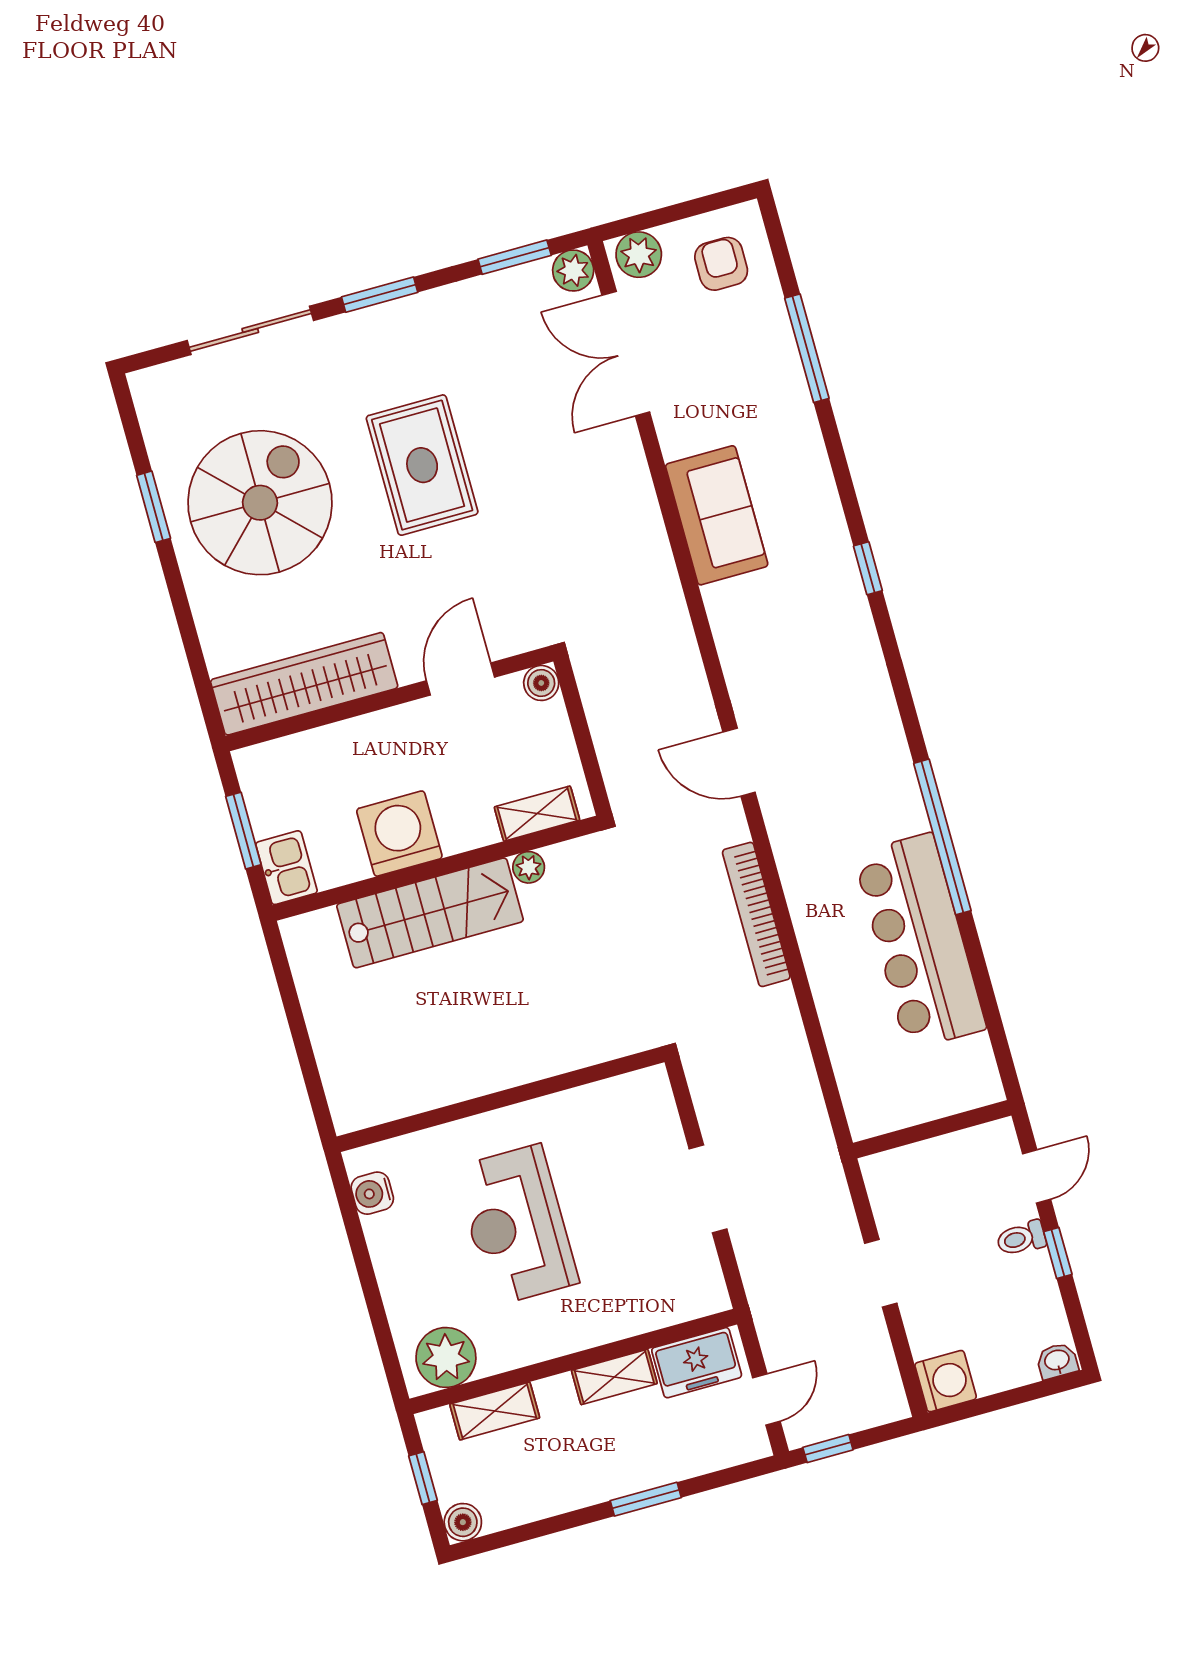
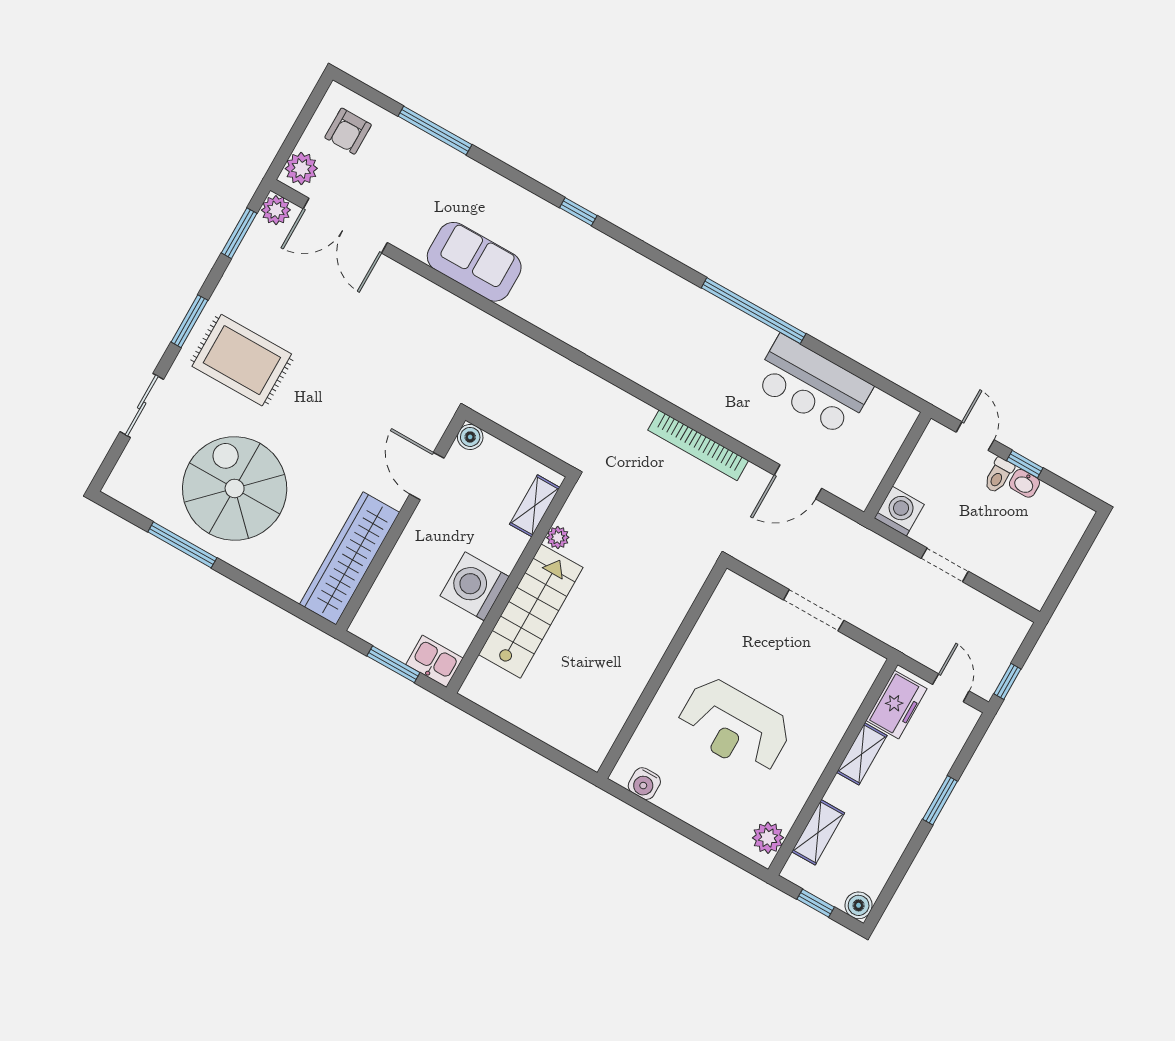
armchair: (721, 264) -> (348, 131), turned -90
sliding door: (250, 330) -> (142, 405), width x0.73
rug: (422, 465) -> (242, 360), moved
window: (154, 507) -> (182, 545), width x1.44
door: (739, 762) -> (798, 482), moved
bar counter: (920, 941) -> (812, 385), width x0.73
plant: (446, 1357) -> (768, 838), width x0.73, depth x0.73
washbasin: (1057, 1361) -> (1024, 483), moved, turned -90
washing machine: (946, 1381) -> (899, 511), moved

